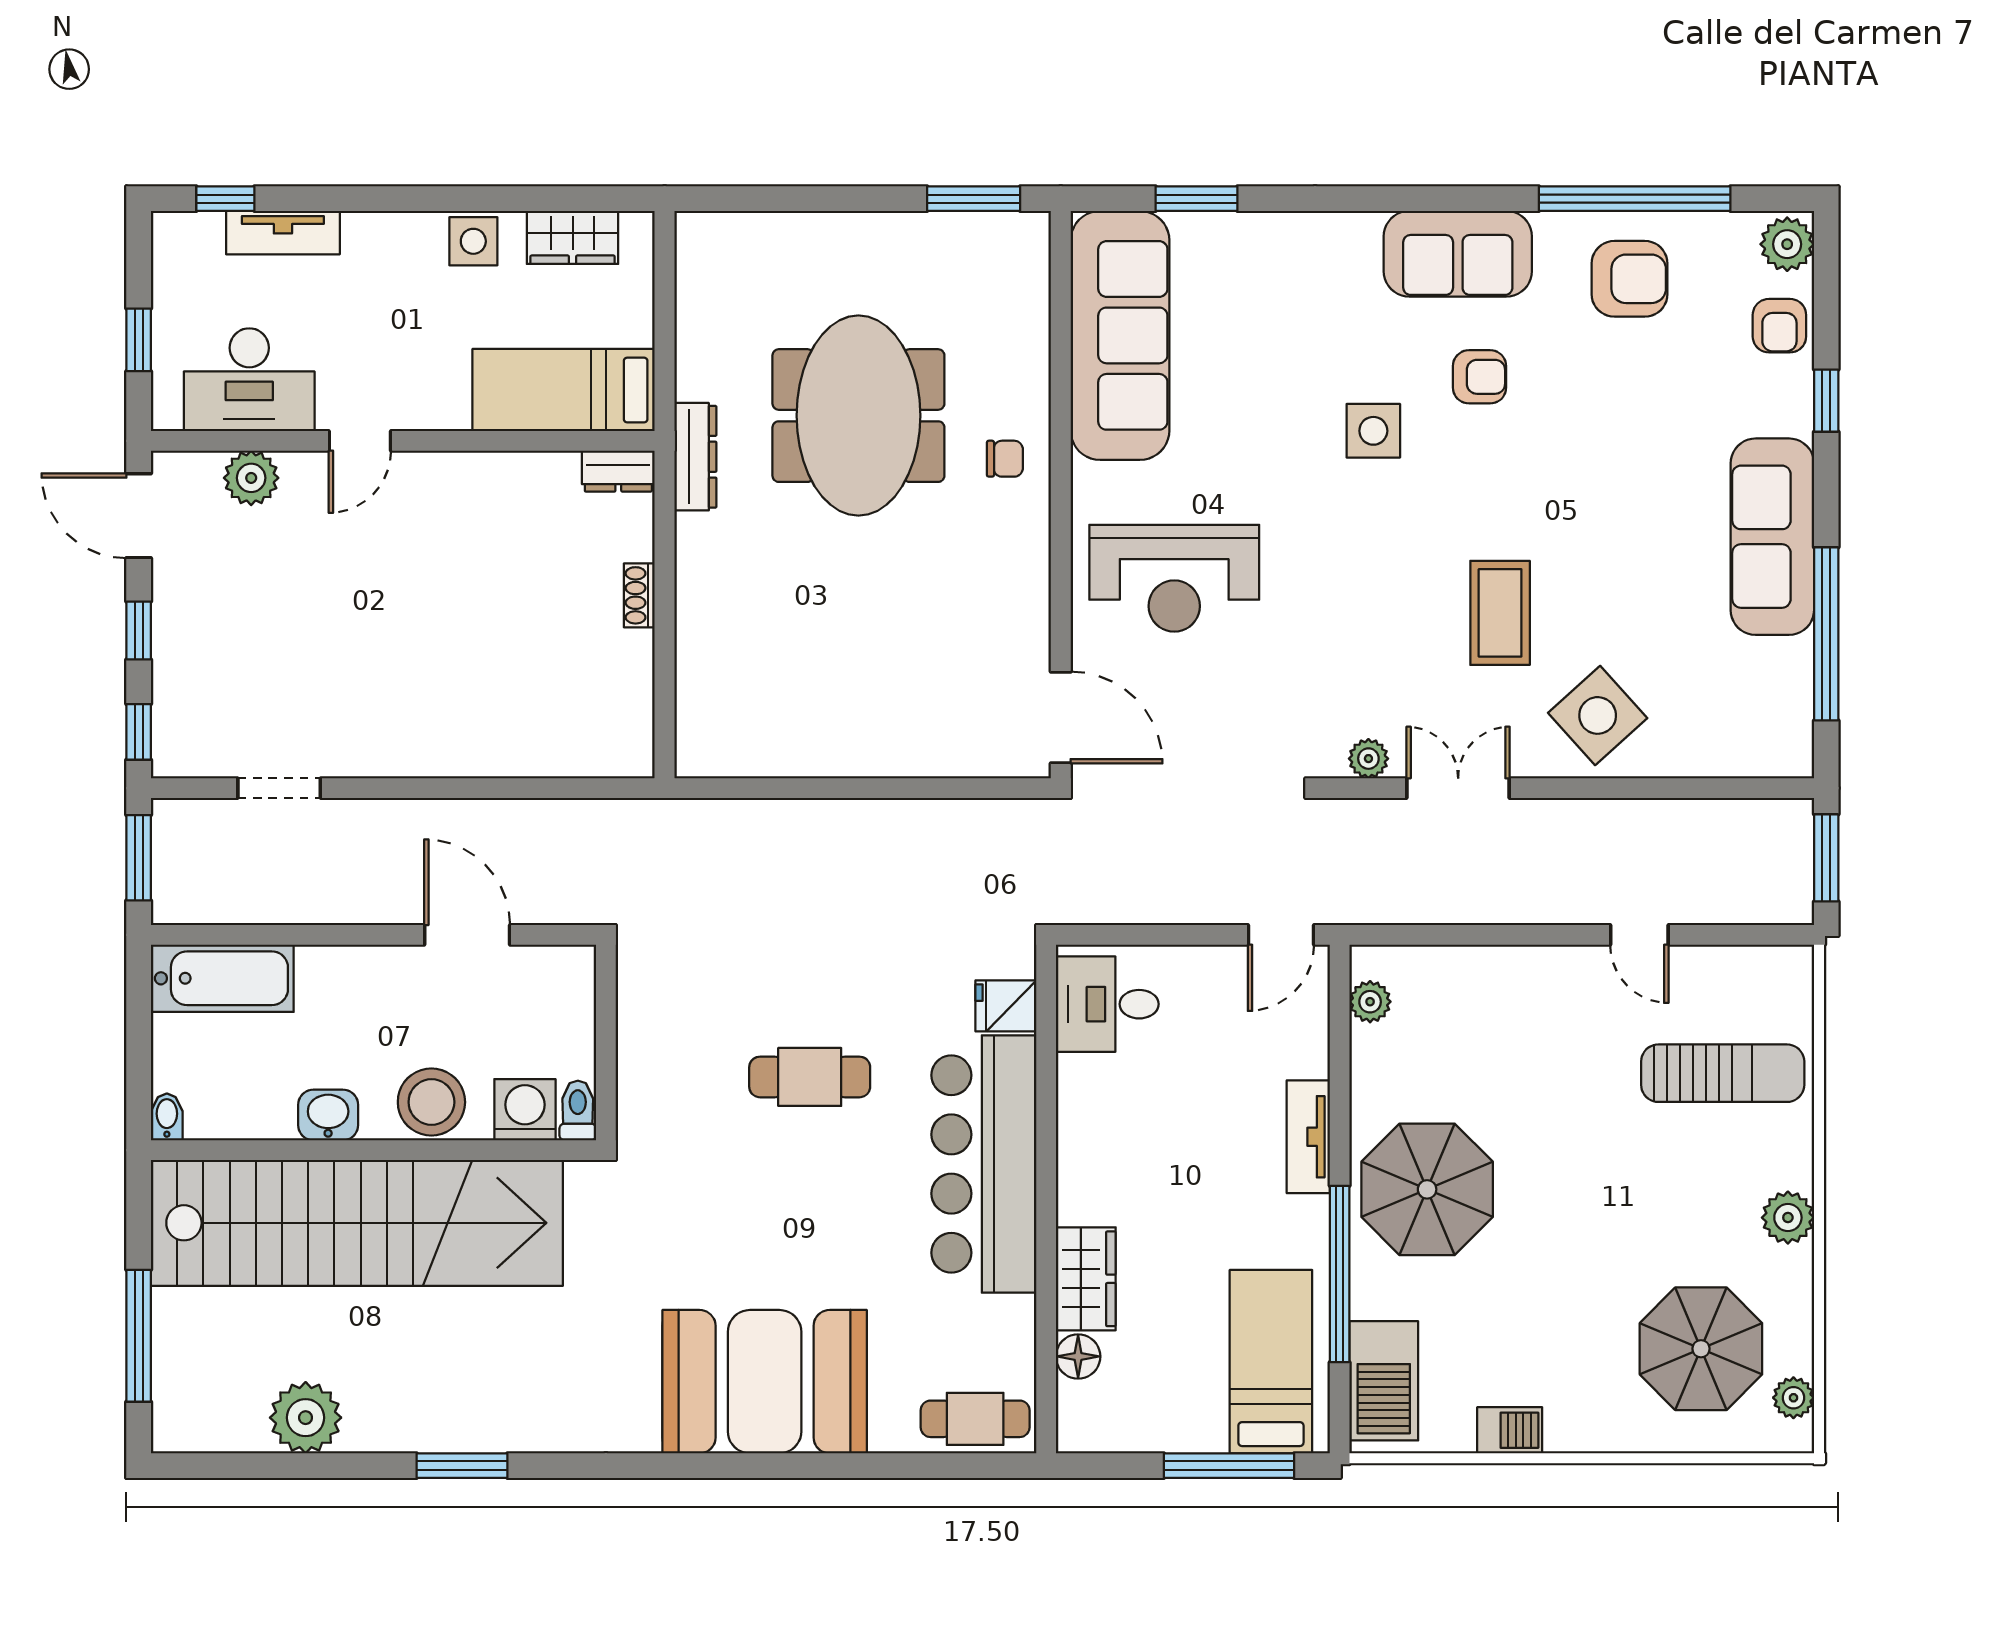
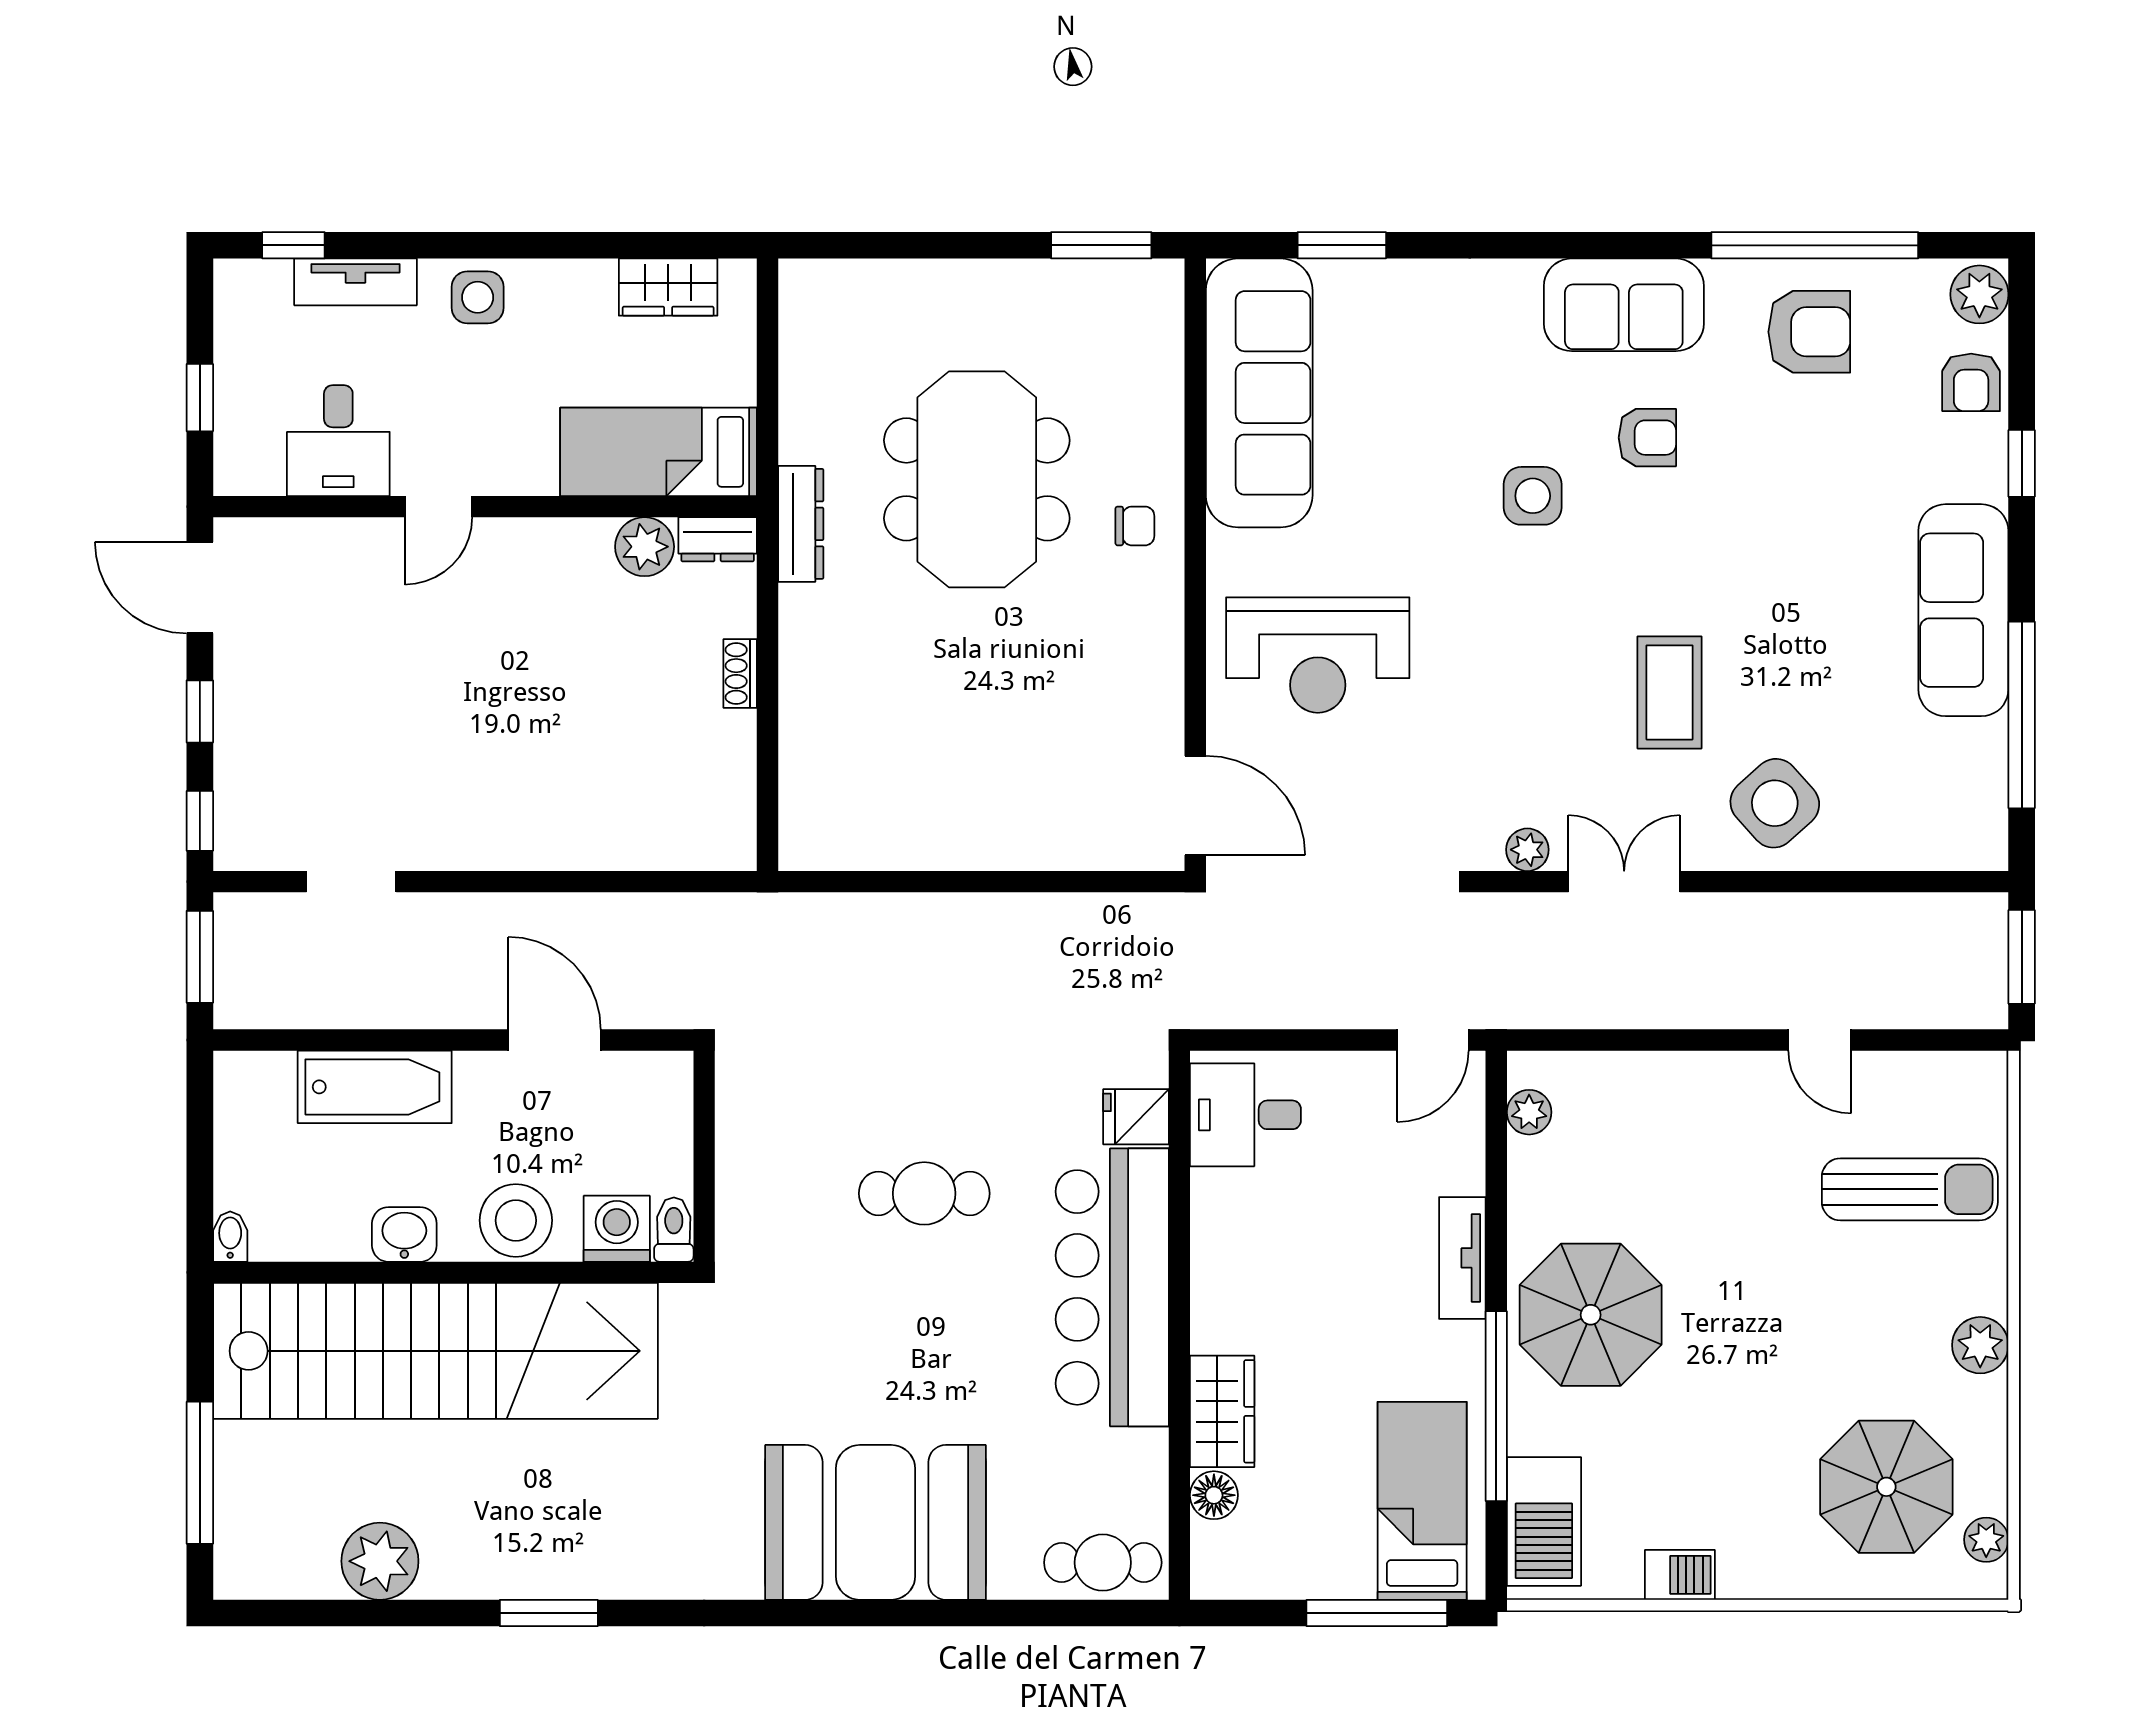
side table: (473, 241) -> (478, 297), moved
desk: (249, 380) -> (338, 441), width x0.73
plant: (251, 478) -> (645, 547), moved
bathtub: (222, 978) -> (375, 1087), moved

